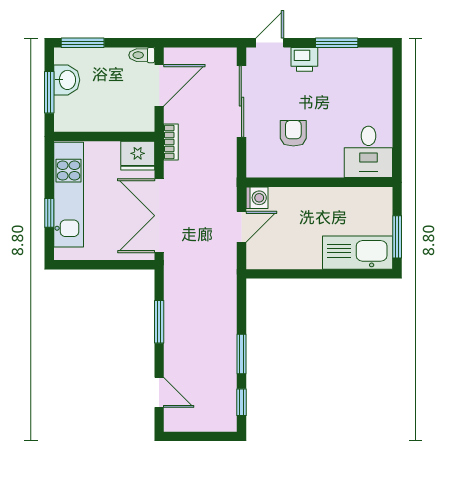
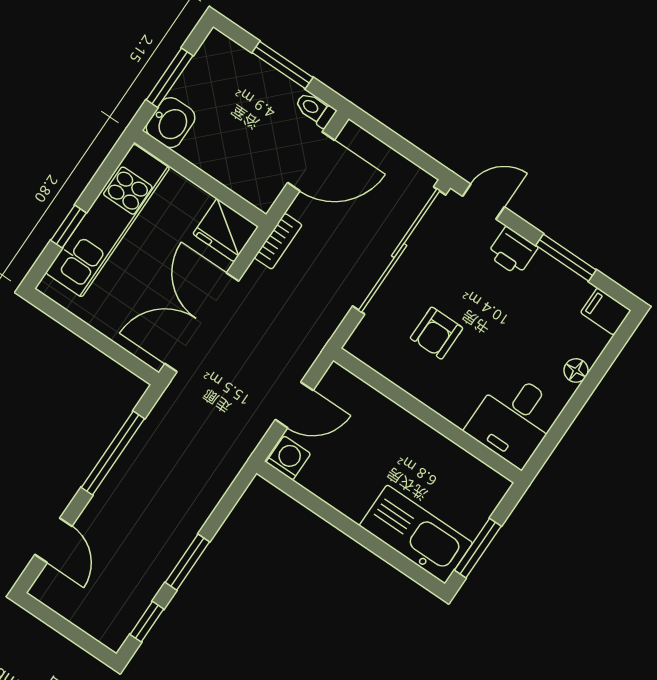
window: (83, 43) -> (282, 65), moved
filing cabinet: (379, 58) -> (606, 311), added
washbasin: (67, 80) -> (171, 123), moved
floor lamp: (385, 101) -> (576, 370), added
sliding door: (241, 102) -> (399, 251), width x1.36
armchair: (293, 133) -> (437, 333), turned 180
washing machine: (257, 198) -> (288, 458), moved, turned -90
window: (159, 322) -> (113, 453), width x1.44

